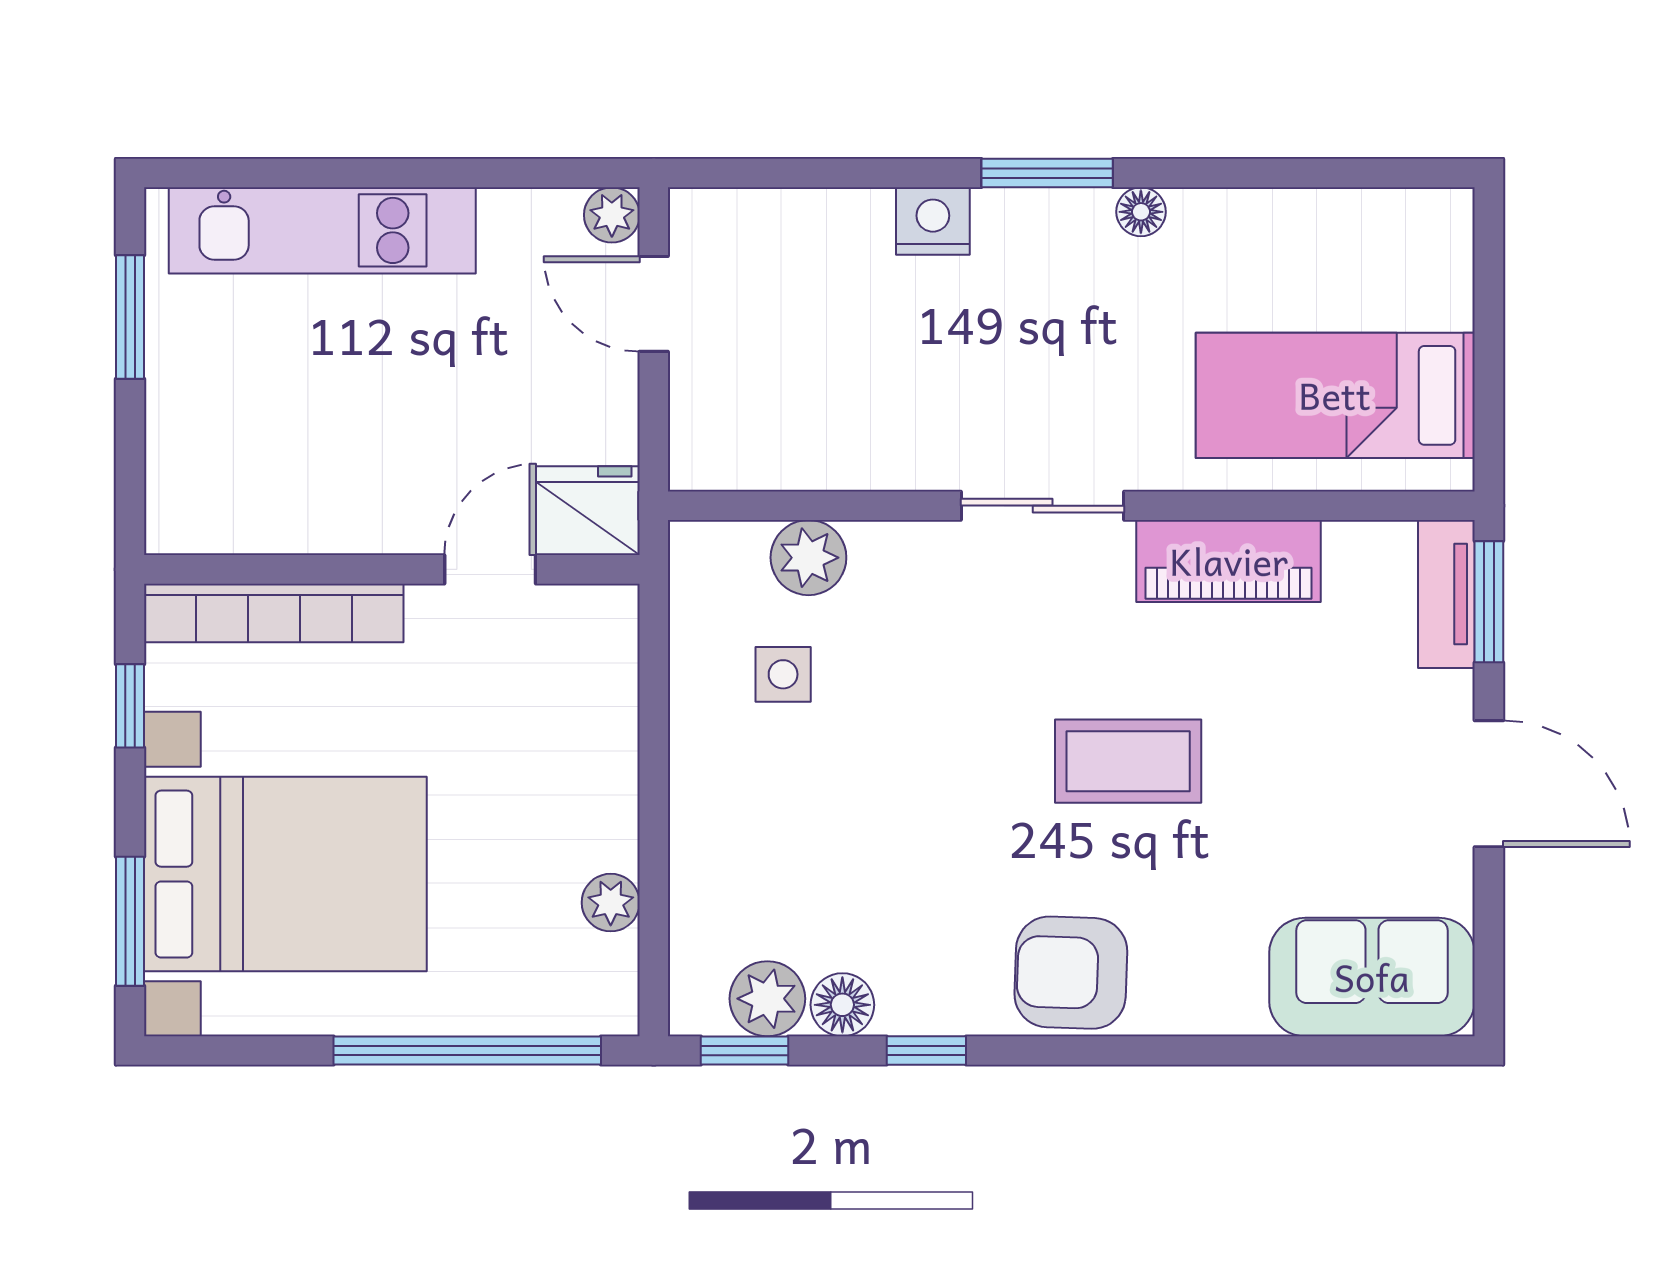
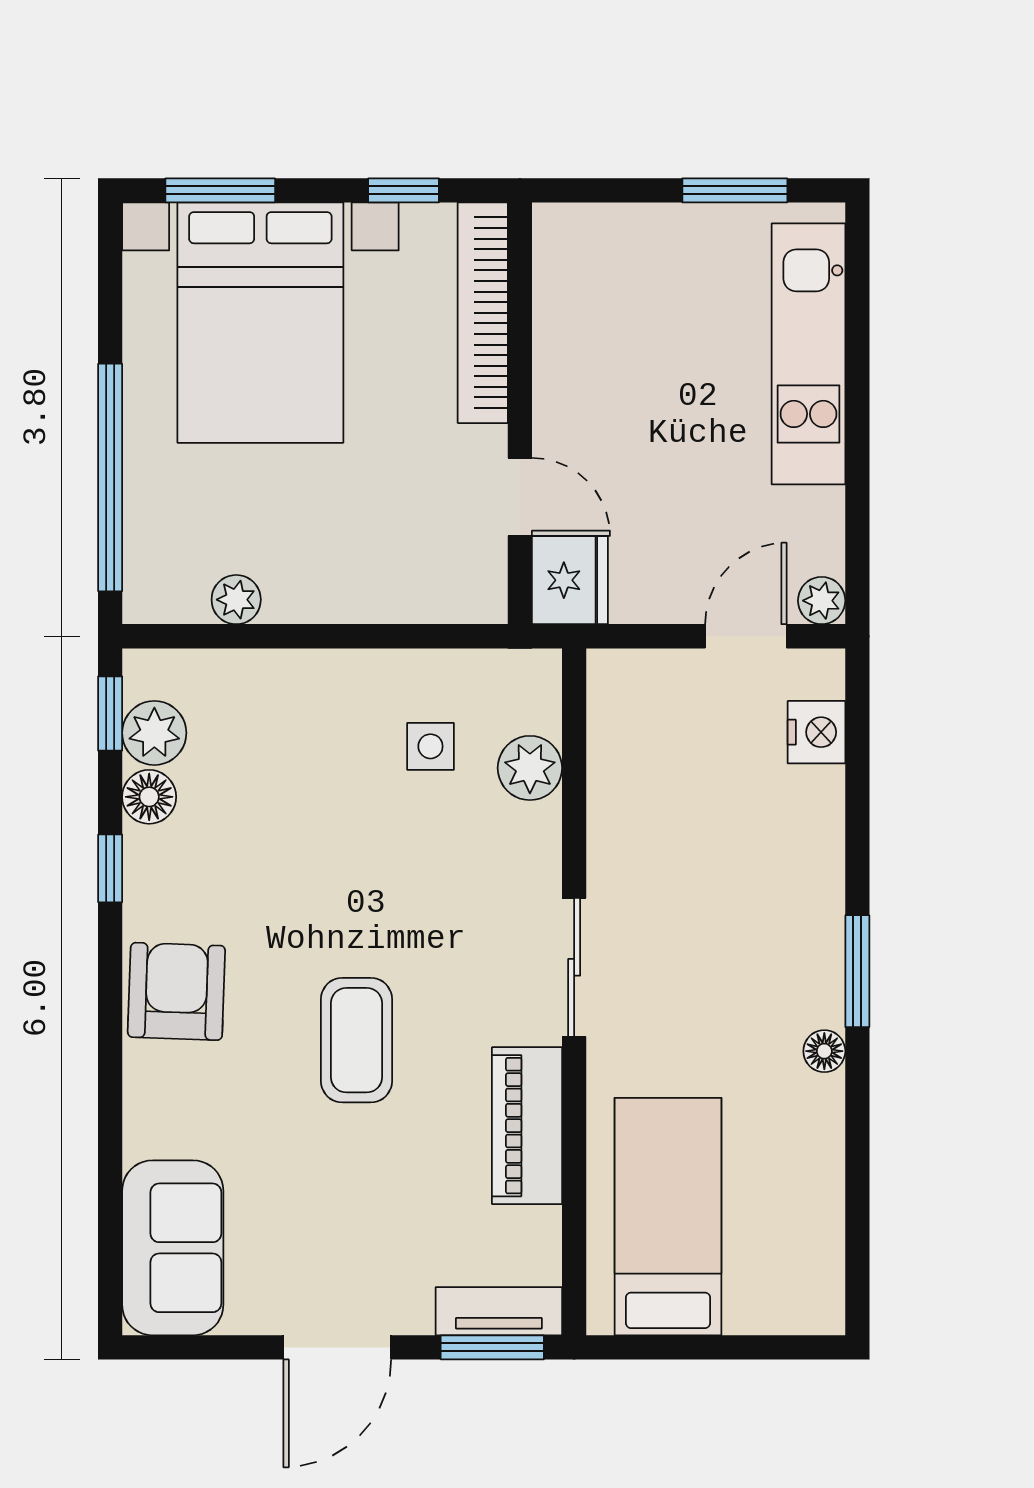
nightstand: (933, 221) -> (817, 732), moved

